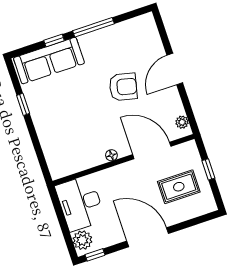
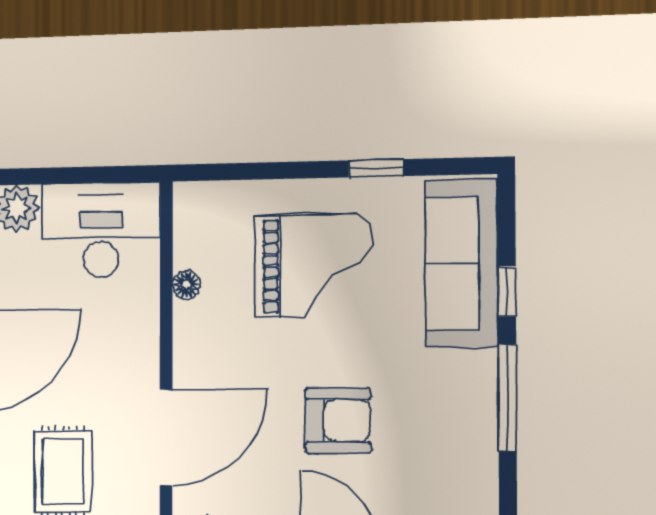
armchair: (123, 87) -> (338, 421), turned -103
grand piano: (68, 116) -> (313, 266), added
floor lamp: (111, 155) -> (186, 285), moved

